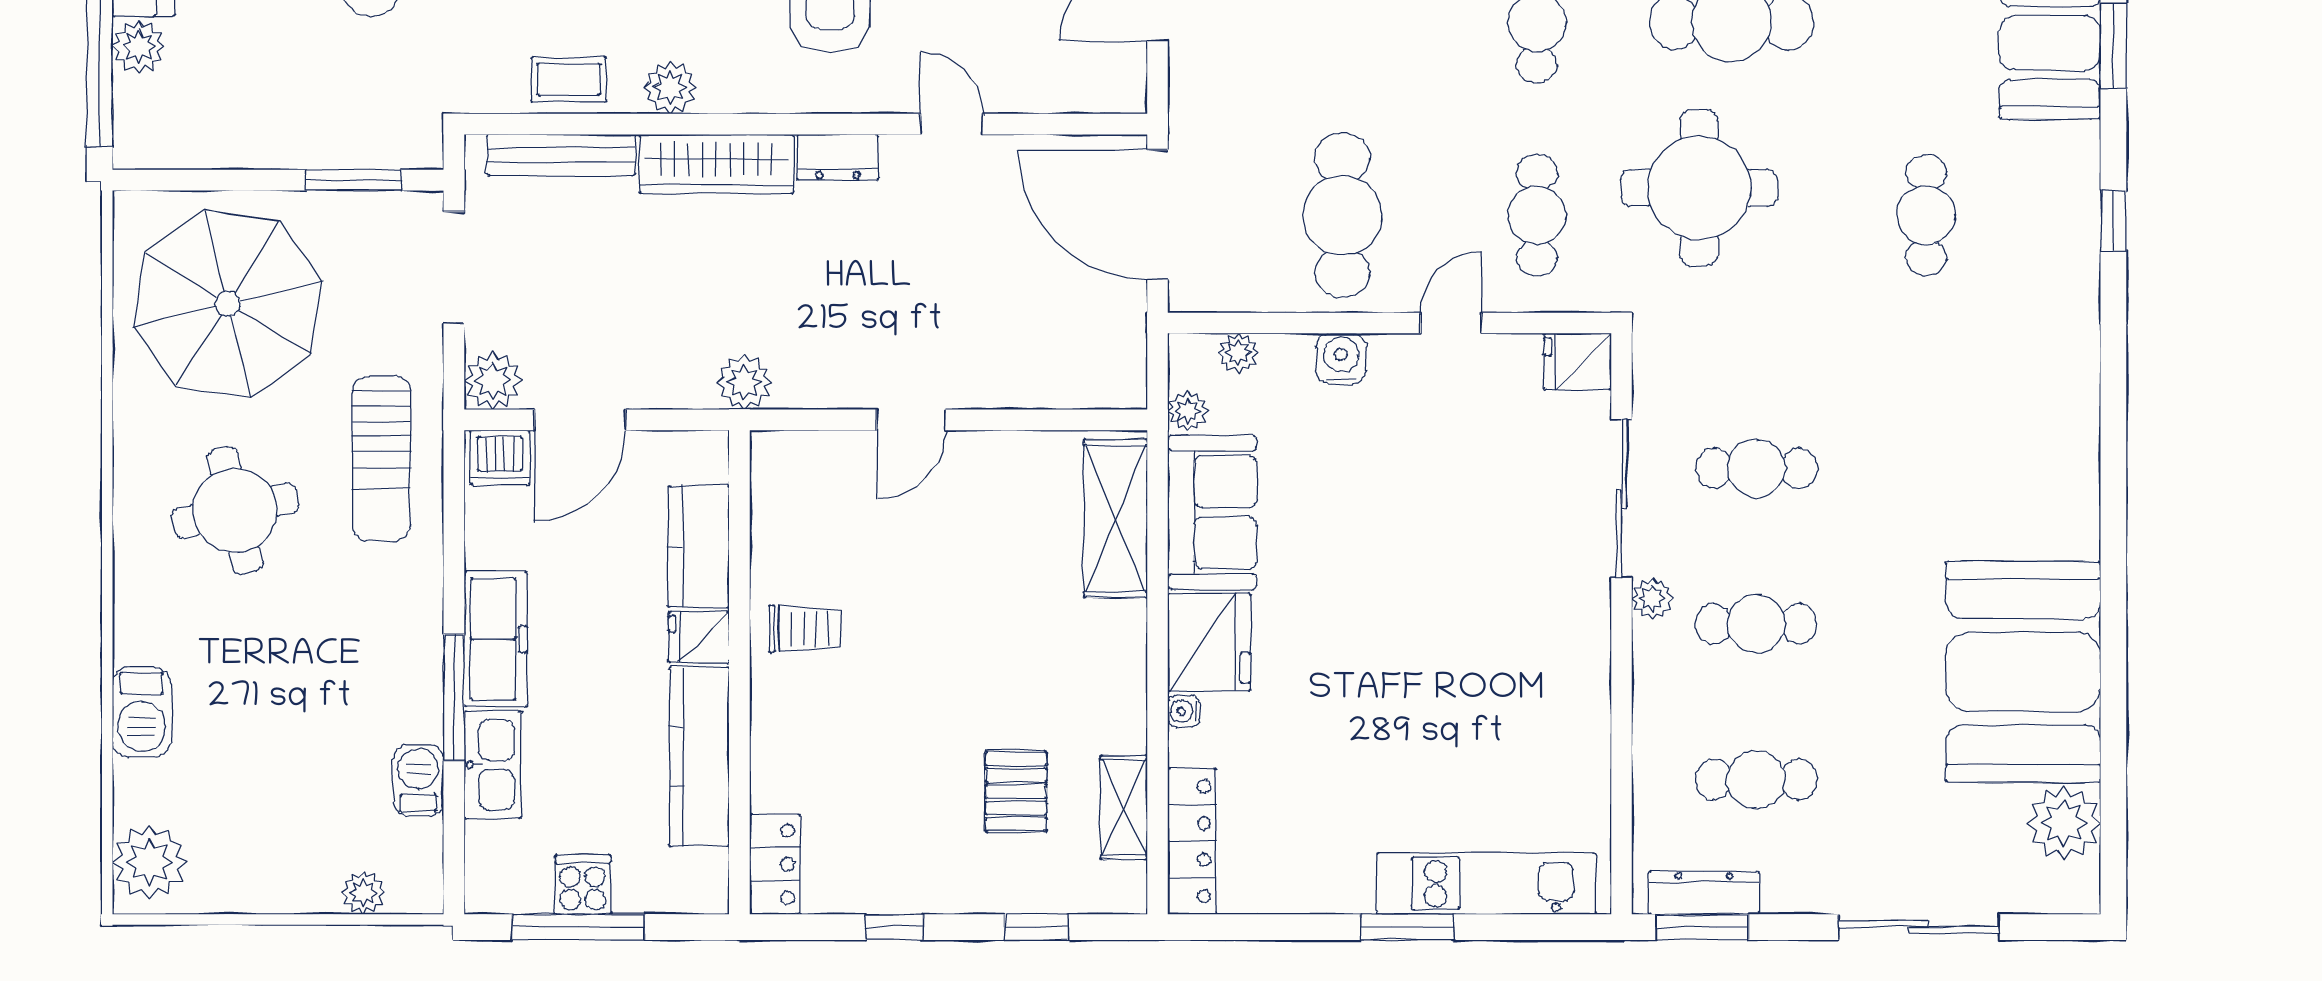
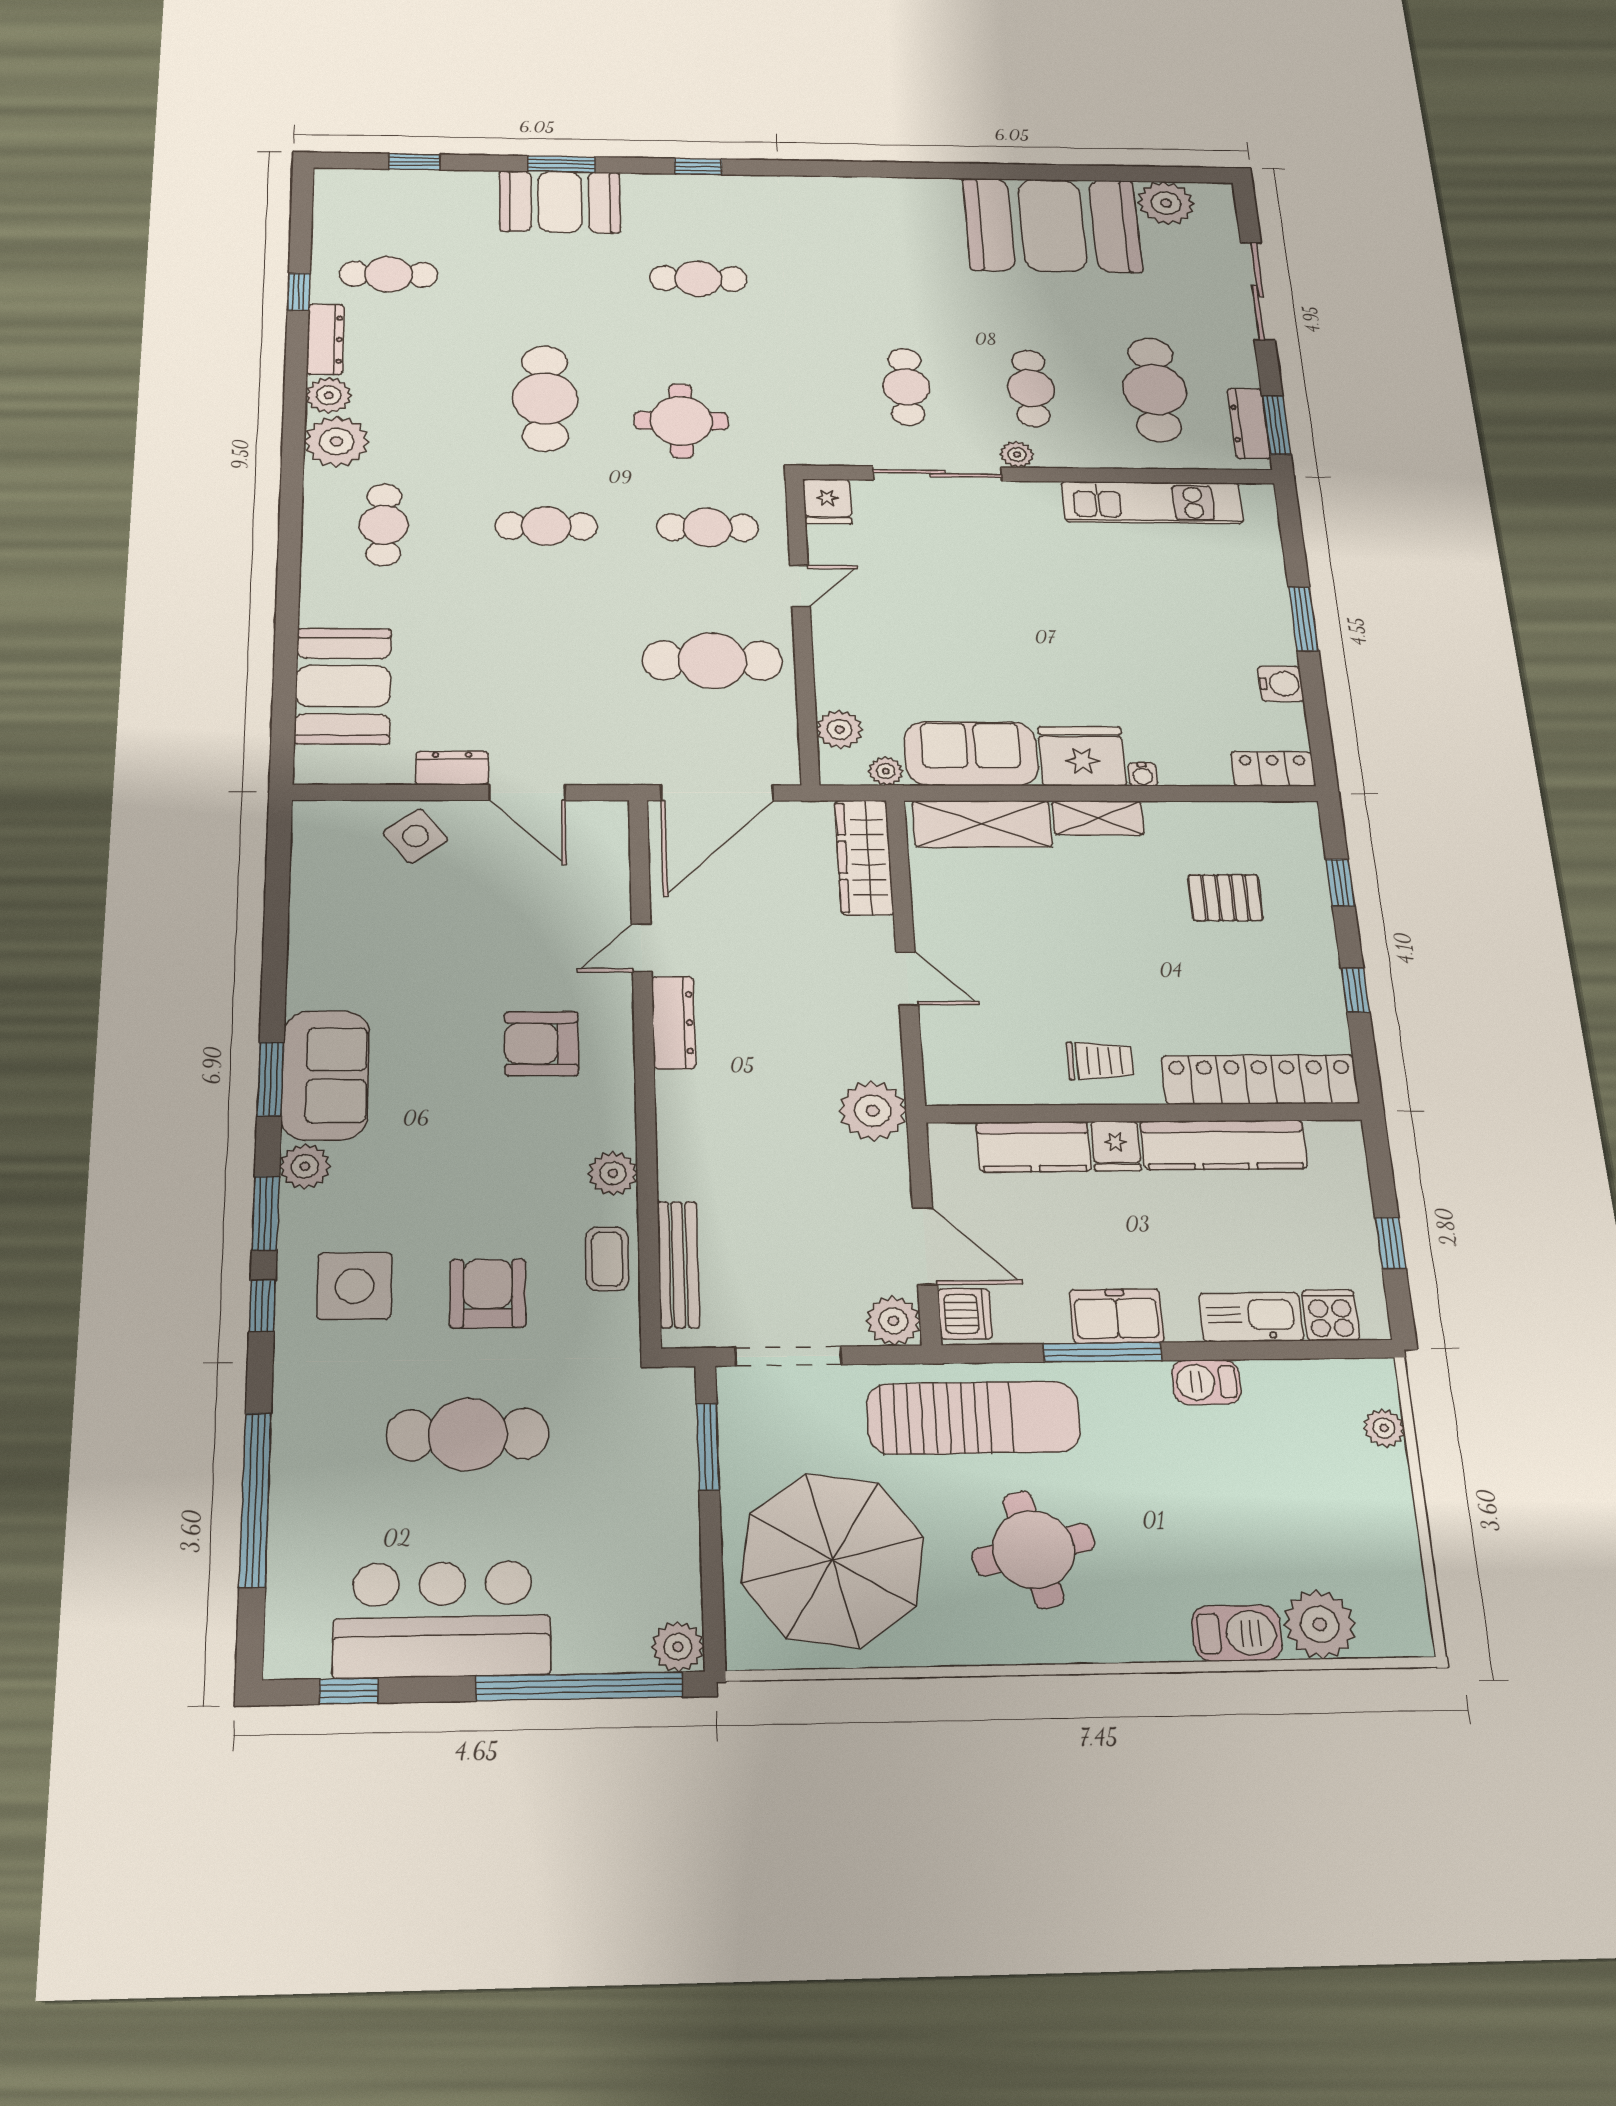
plant: (139, 47) -> (678, 1647), moved
dresser: (838, 157) -> (673, 1023), width x1.44
wardrobe: (716, 164) -> (864, 857), moved, turned 180
round table: (1699, 188) -> (681, 421), width x0.73, depth x0.73
door: (1451, 323) -> (800, 586), swing flipped
plant: (1238, 353) -> (840, 729), width x1.38, depth x1.38
water cooler: (1341, 359) -> (1281, 684), moved, turned 180
plant: (744, 382) -> (873, 1111), width x1.36, depth x1.36
sun lounger: (381, 459) -> (973, 1418), width x1.36, depth x1.34
trolley: (805, 629) -> (1100, 1061), turned 90
freezer: (496, 639) -> (1117, 1316), width x0.71
window: (454, 697) -> (1103, 1352), moved
cafe table: (1756, 779) -> (1155, 390), width x1.37, depth x1.35
barbecue: (418, 780) -> (1206, 1382), moved
shelving: (1124, 807) -> (1098, 818), moved
locker: (1192, 841) -> (1273, 769), width x0.66
plant: (150, 862) -> (1320, 1624), moved
locker: (775, 864) -> (1260, 1080), width x2.16, depth x1.21
kitchen unit: (1486, 883) -> (1152, 502), moved, turned -90
cooker: (583, 885) -> (1331, 1315), moved, turned 90
window: (578, 927) -> (1390, 1243), width x0.46

